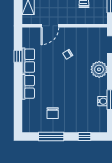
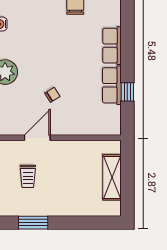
door: (50, 26) -> (37, 138), moved

